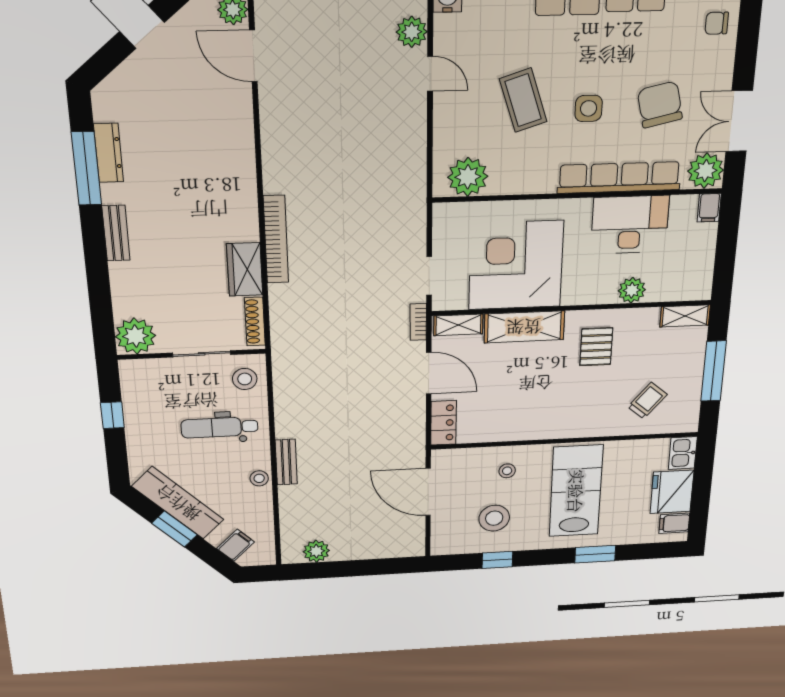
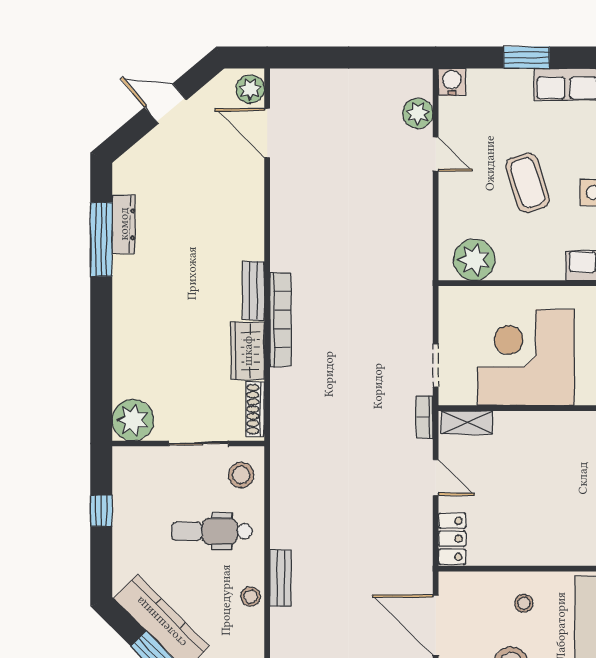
bench: (116, 233) -> (253, 291), moved
shelving: (524, 327) -> (537, 428), removed
door: (429, 373) -> (436, 478), width x0.73

